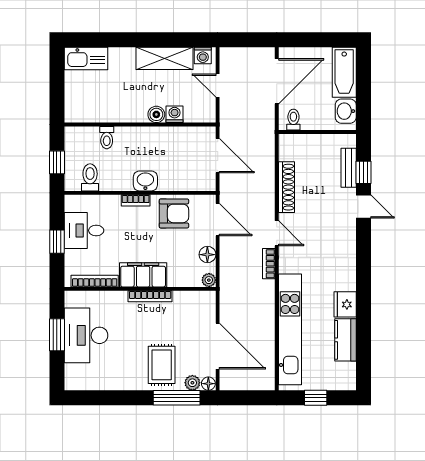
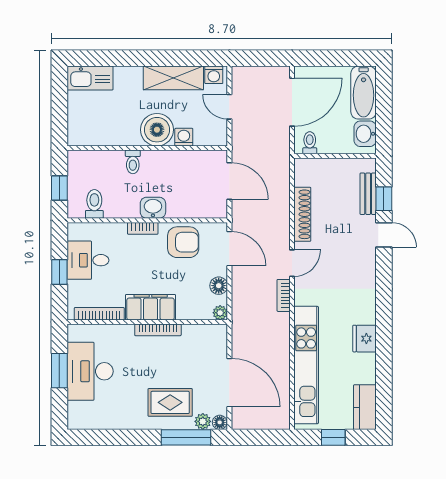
boiler: (156, 114) -> (157, 130), width x1.86, depth x1.86
toilet: (107, 138) -> (133, 162), moved
door: (277, 233) -> (292, 263), hinge flipped
kitchen counter: (345, 340) -> (365, 407), moved
rug: (162, 365) -> (170, 402), turned 90

